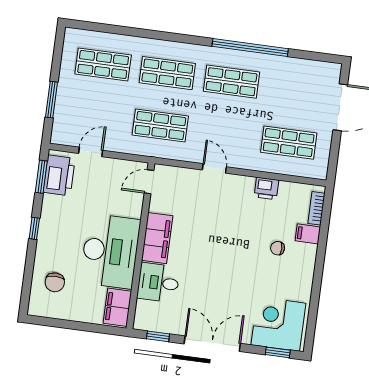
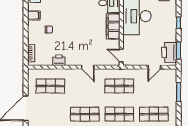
door: (149, 182) -> (121, 56), swing flipped
filing cabinet: (308, 234) -> (34, 15), moved

